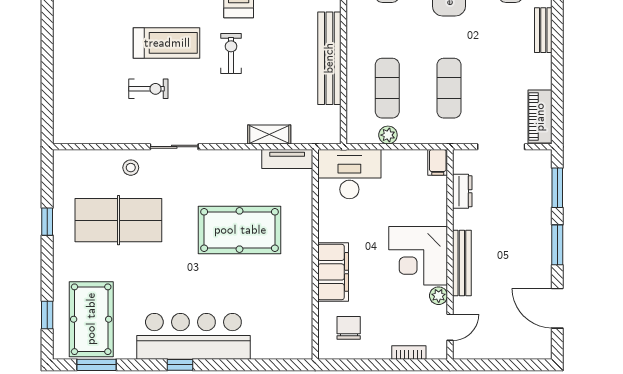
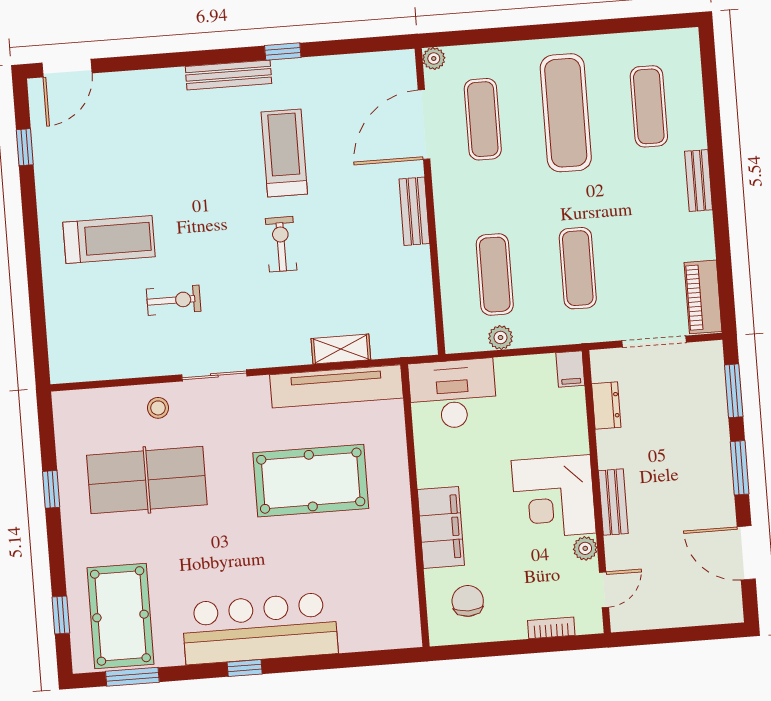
treadmill: (167, 43) -> (109, 239), moved
bench: (329, 58) -> (414, 211), width x0.54, depth x0.82
tv unit: (287, 159) -> (337, 386), width x1.92, depth x1.29
bench: (462, 263) -> (613, 502), width x0.73

